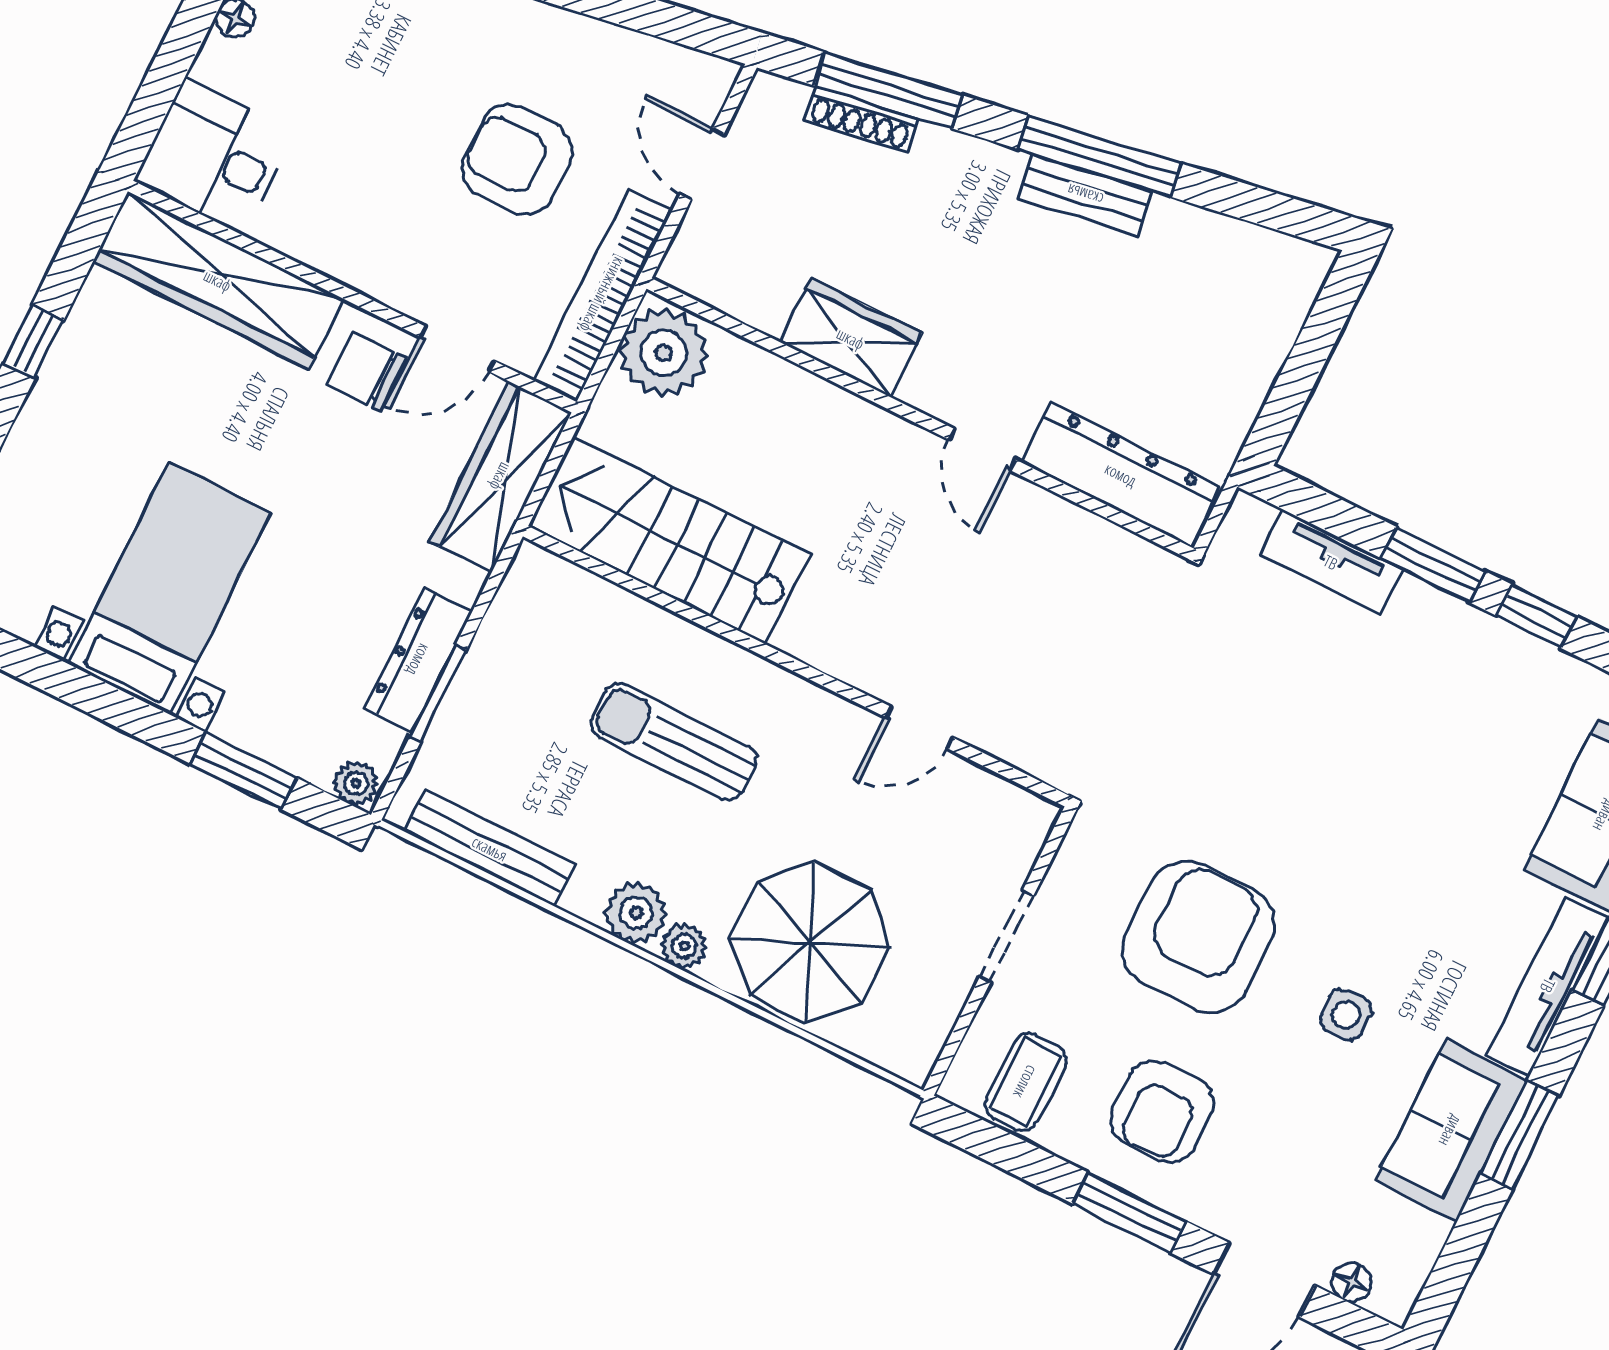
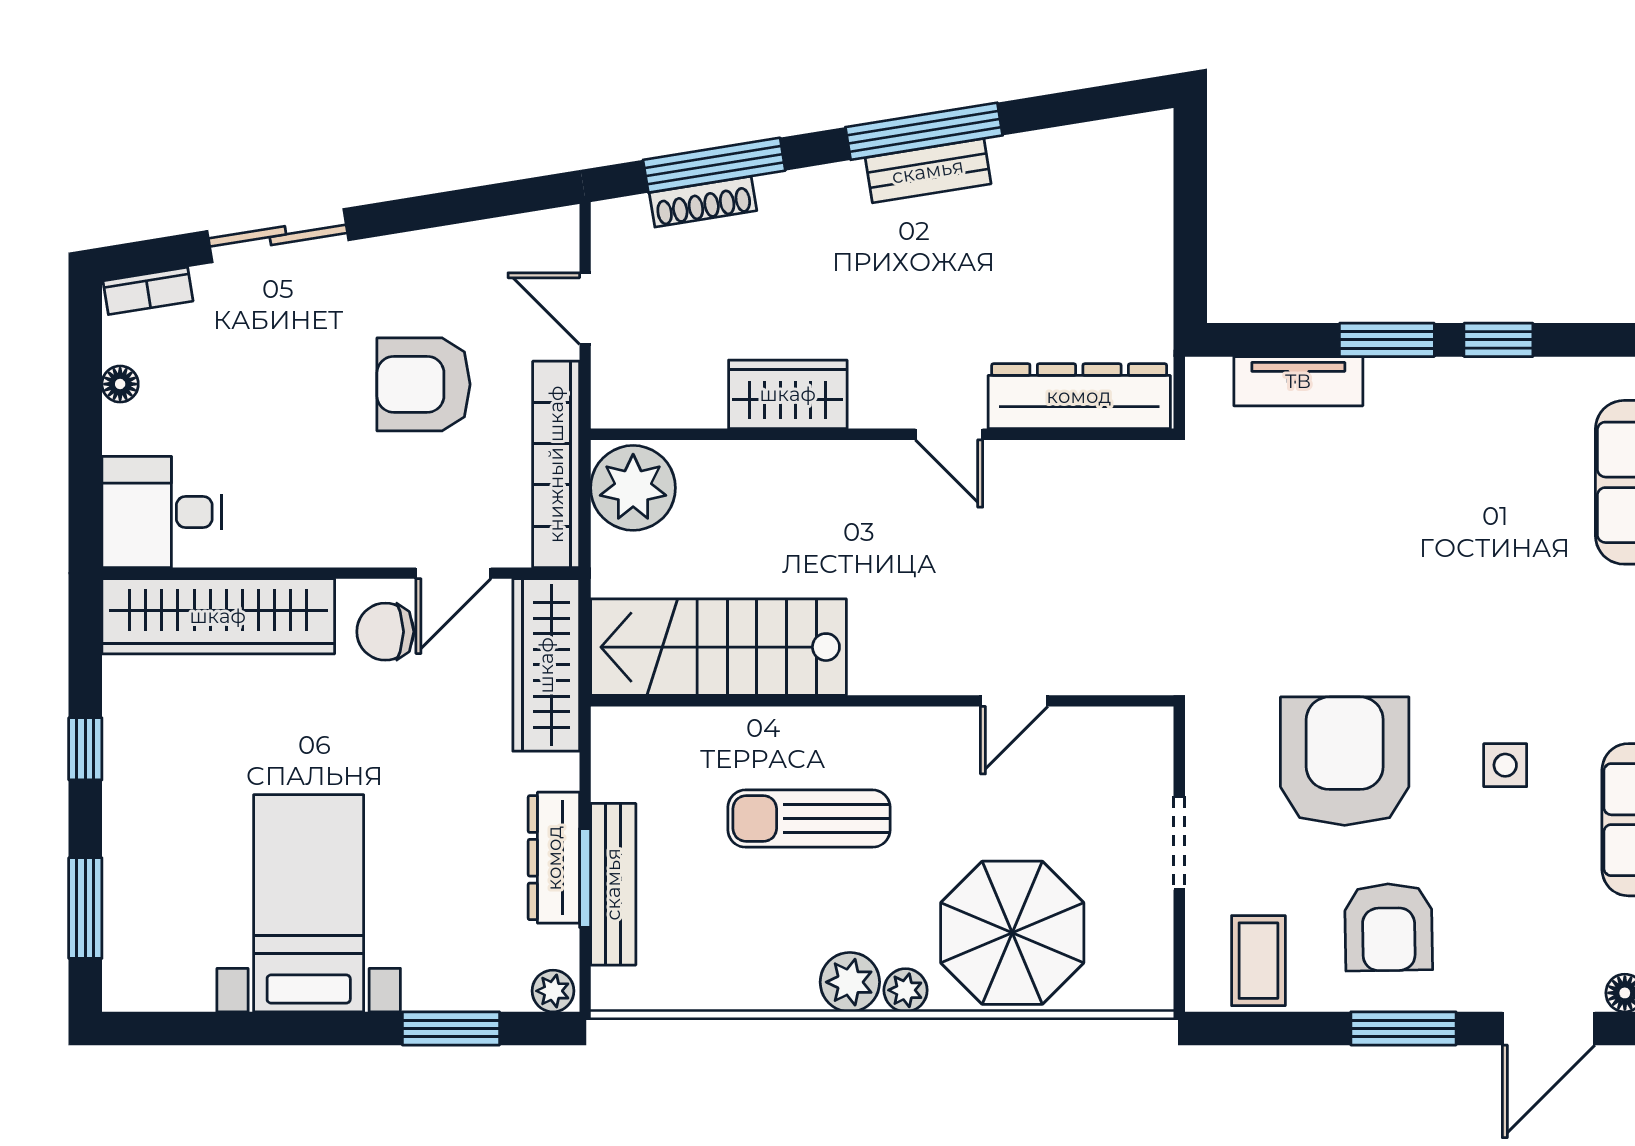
bench: (490, 848) -> (613, 884), moved, turned 90

